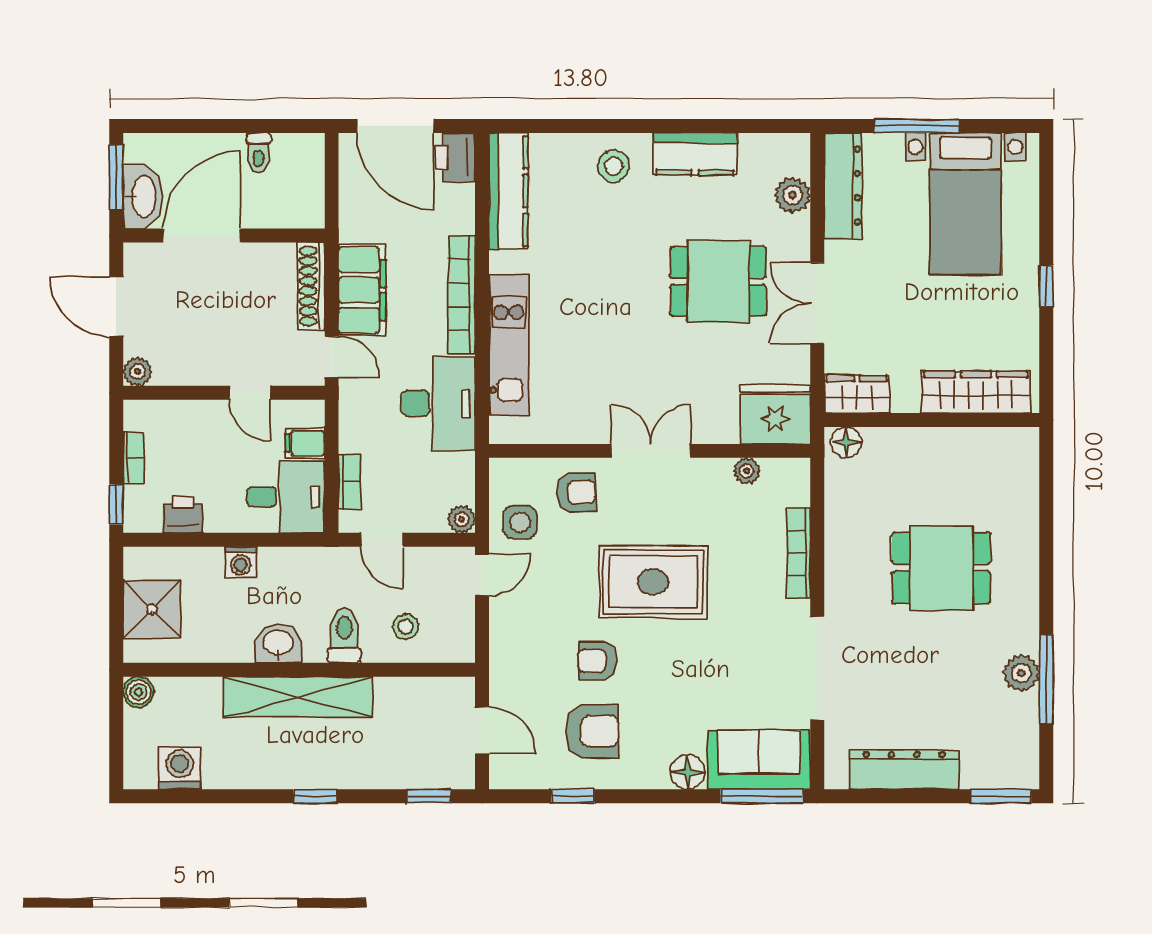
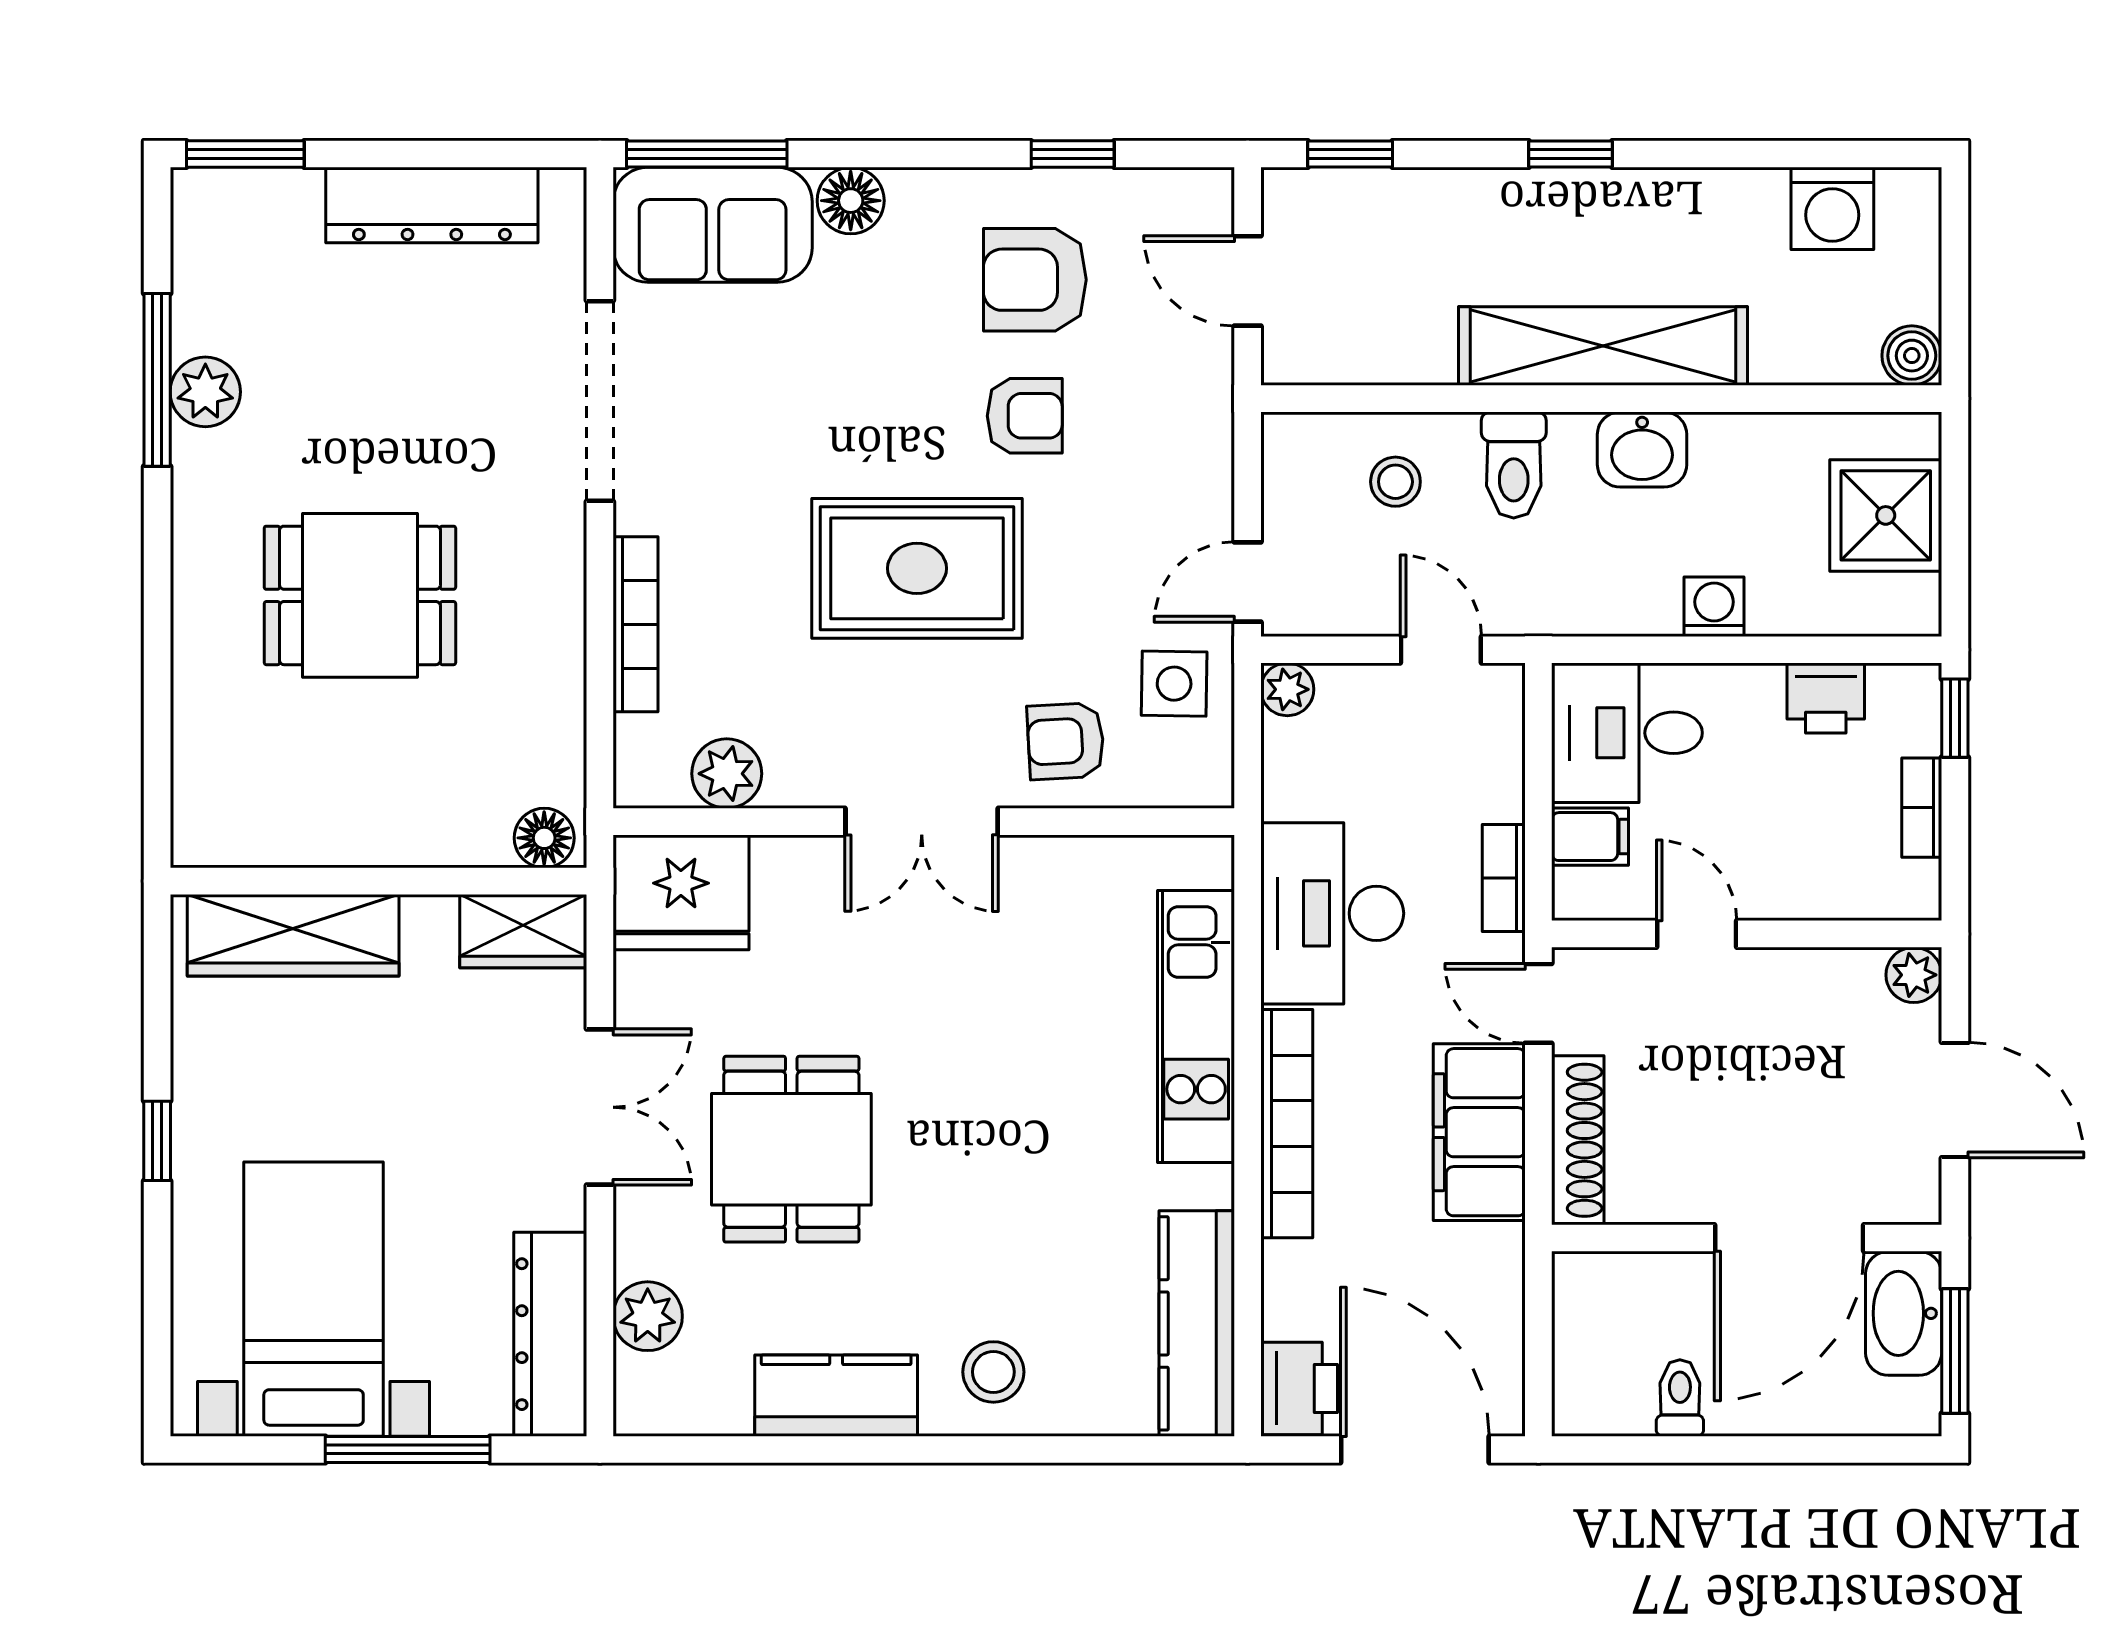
dining table: (718, 281) -> (791, 1149), turned 90
plant: (747, 471) -> (727, 774), width x1.38, depth x1.38
bookcase: (350, 481) -> (1504, 878), moved

